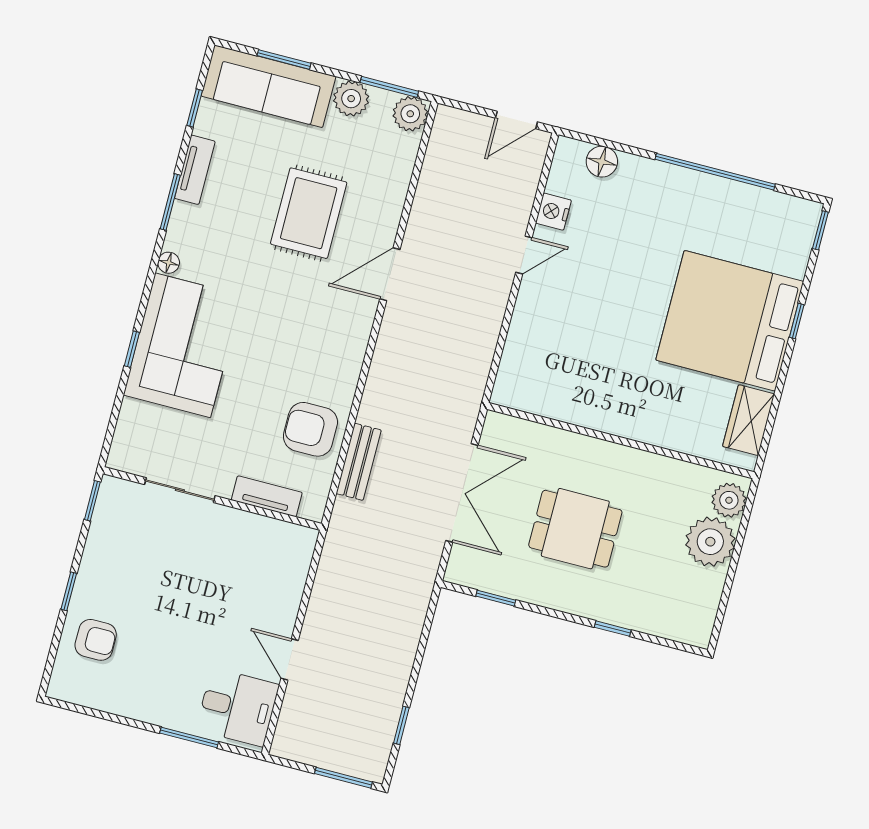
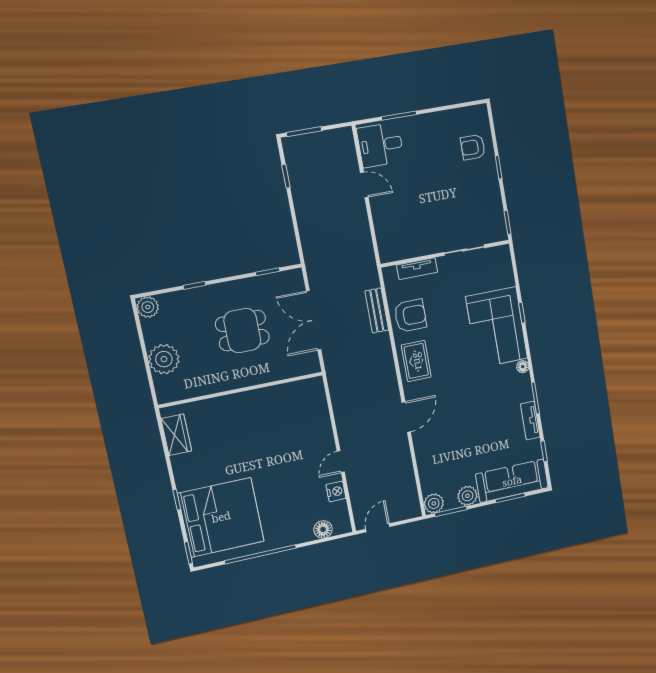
rug: (309, 213) -> (416, 361), moved, width x0.73, depth x0.70
bed: (730, 321) -> (221, 517), moved
plant: (729, 500) -> (148, 307), moved

